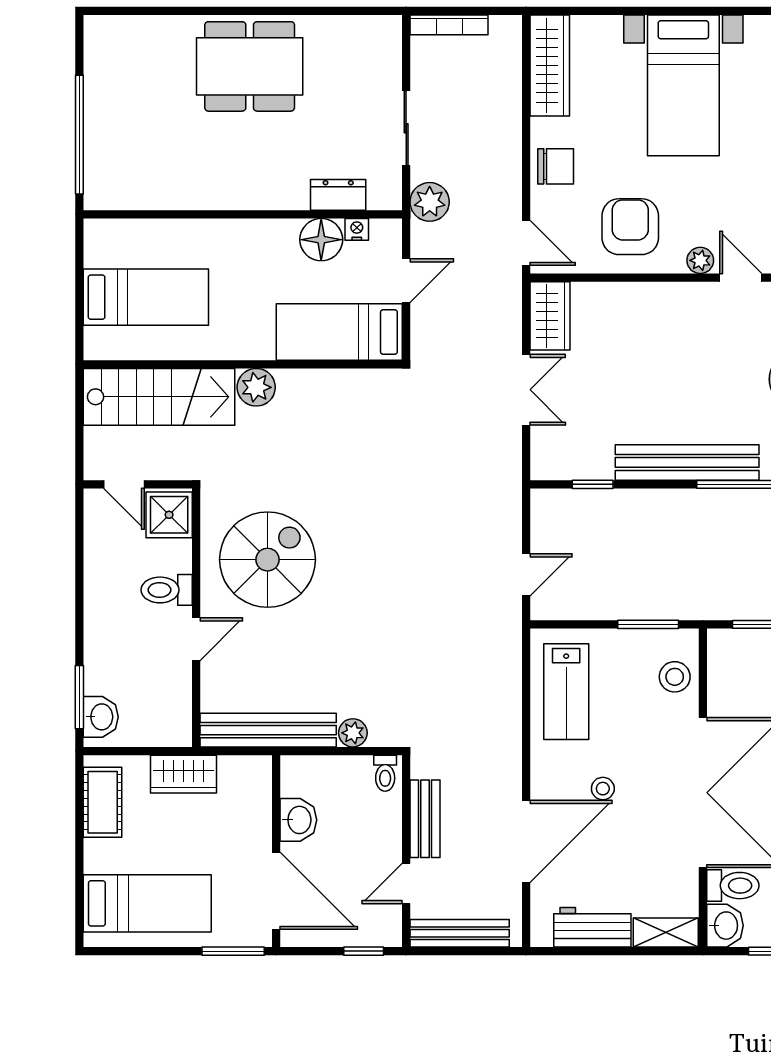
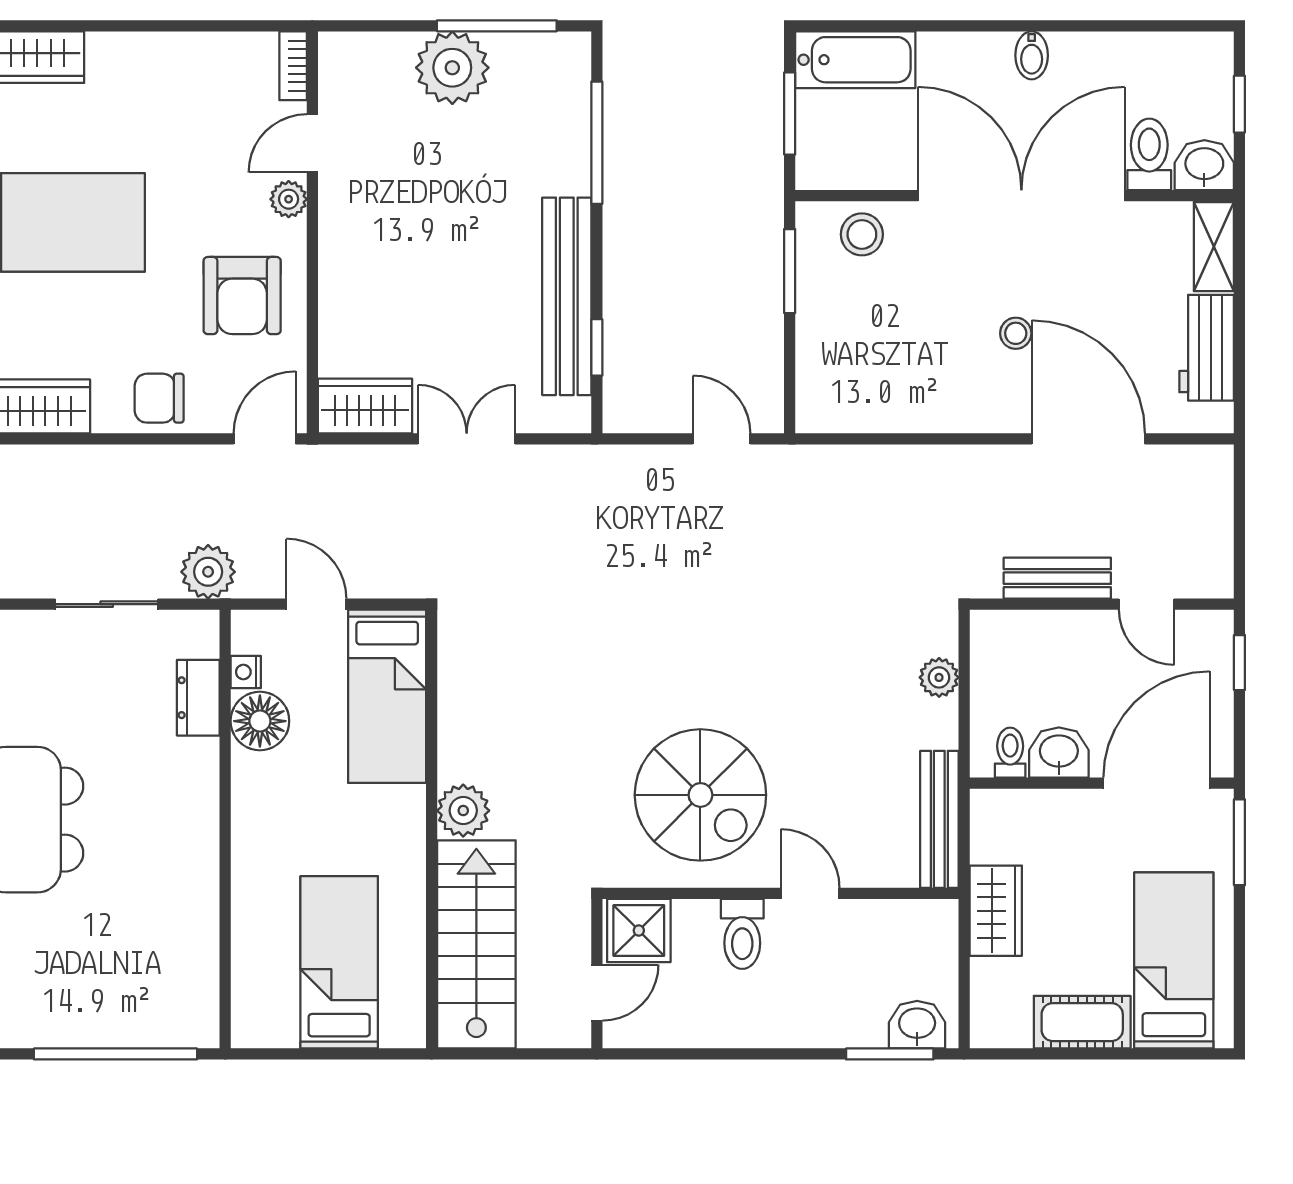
chair: (556, 166) -> (159, 398), turned -90
armchair: (630, 227) -> (242, 296), turned -90
bench: (687, 462) -> (567, 296), moved
spiral stairs: (268, 560) -> (700, 795), turned 180
lab bench: (566, 692) -> (882, 384), removed
bench: (268, 730) -> (939, 819), width x0.73, depth x0.82
toilet: (385, 773) -> (1010, 753), moved, turned -90
cot: (103, 802) -> (1082, 1022), moved
bench: (460, 933) -> (1215, 530), removed

